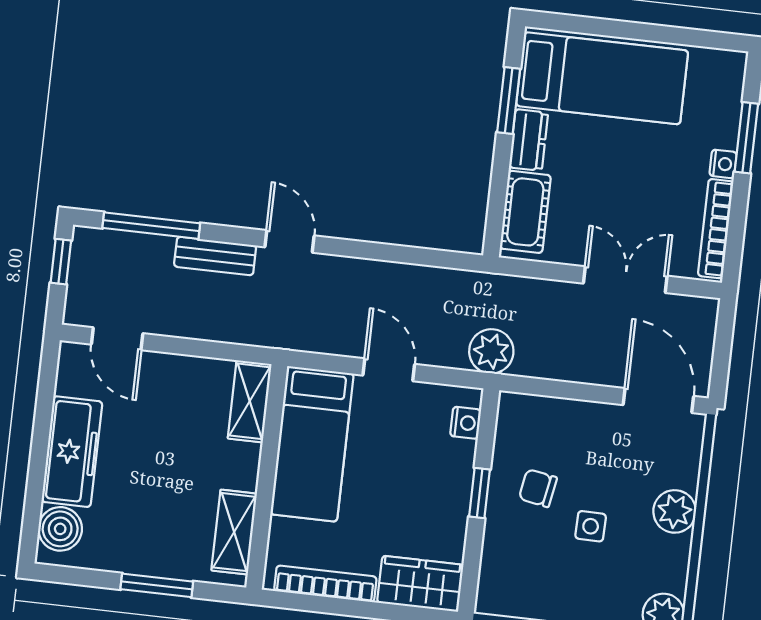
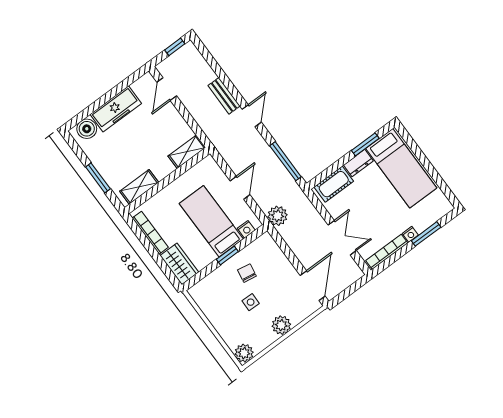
window: (151, 226) -> (285, 161), moved
bed: (312, 444) -> (211, 221), moved, turned 90

